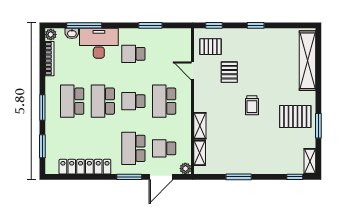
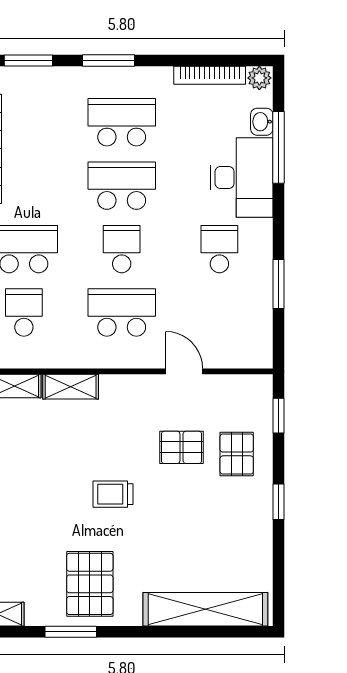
pallet: (210, 47) -> (237, 454), moved
door: (193, 71) -> (184, 371), hinge flipped

